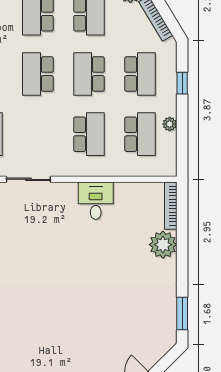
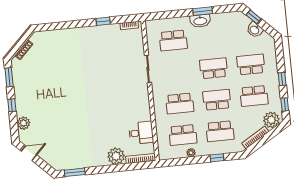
desk: (96, 201) -> (141, 133), moved

